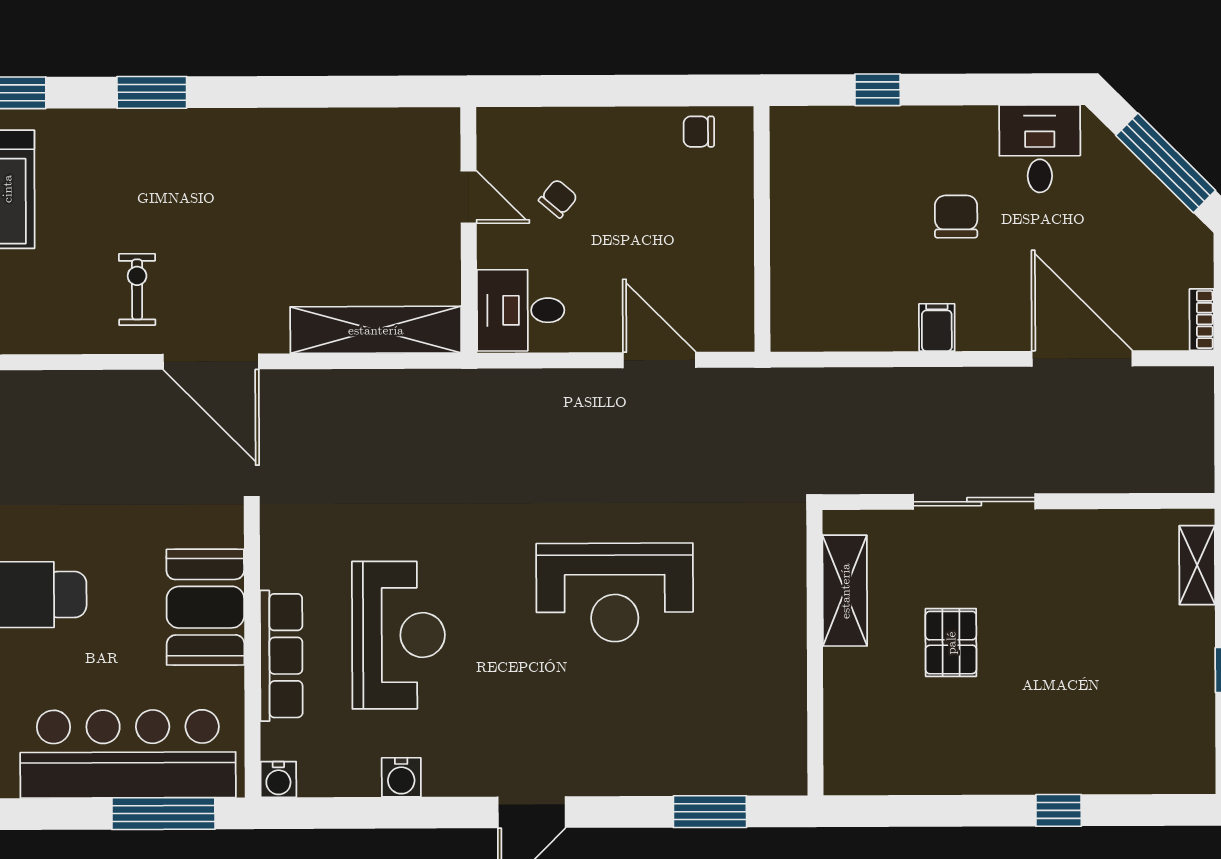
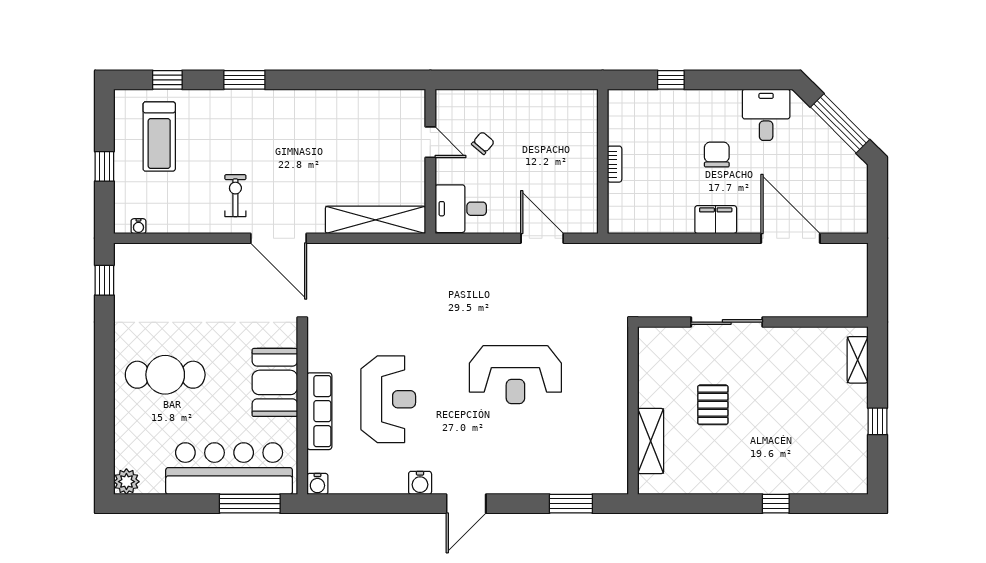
chair: (699, 132) -> (566, 104), removed
bookcase: (1202, 320) -> (615, 164), moved, turned 180
filing cabinet: (937, 327) -> (716, 220), width x2.00
shelving: (845, 591) -> (651, 441), moved
water cooler: (401, 777) -> (420, 483), moved

